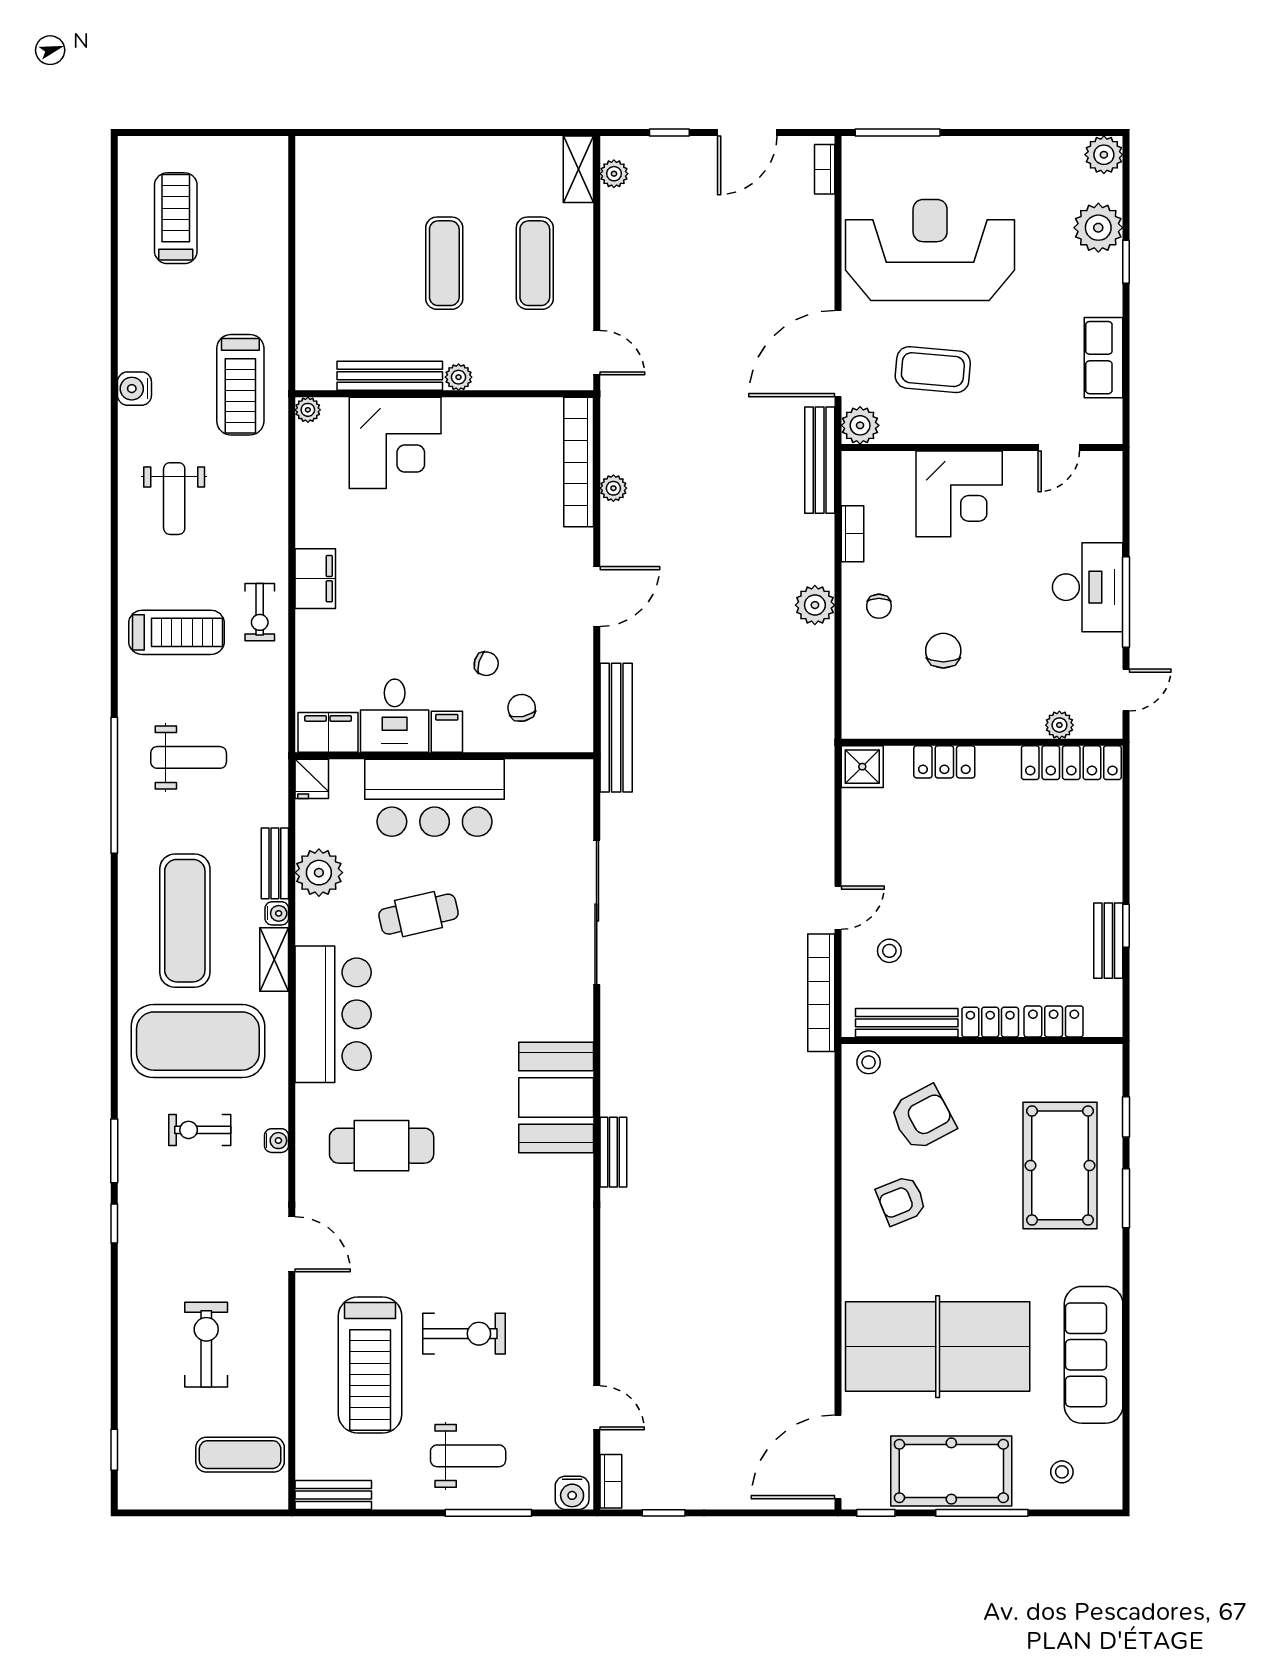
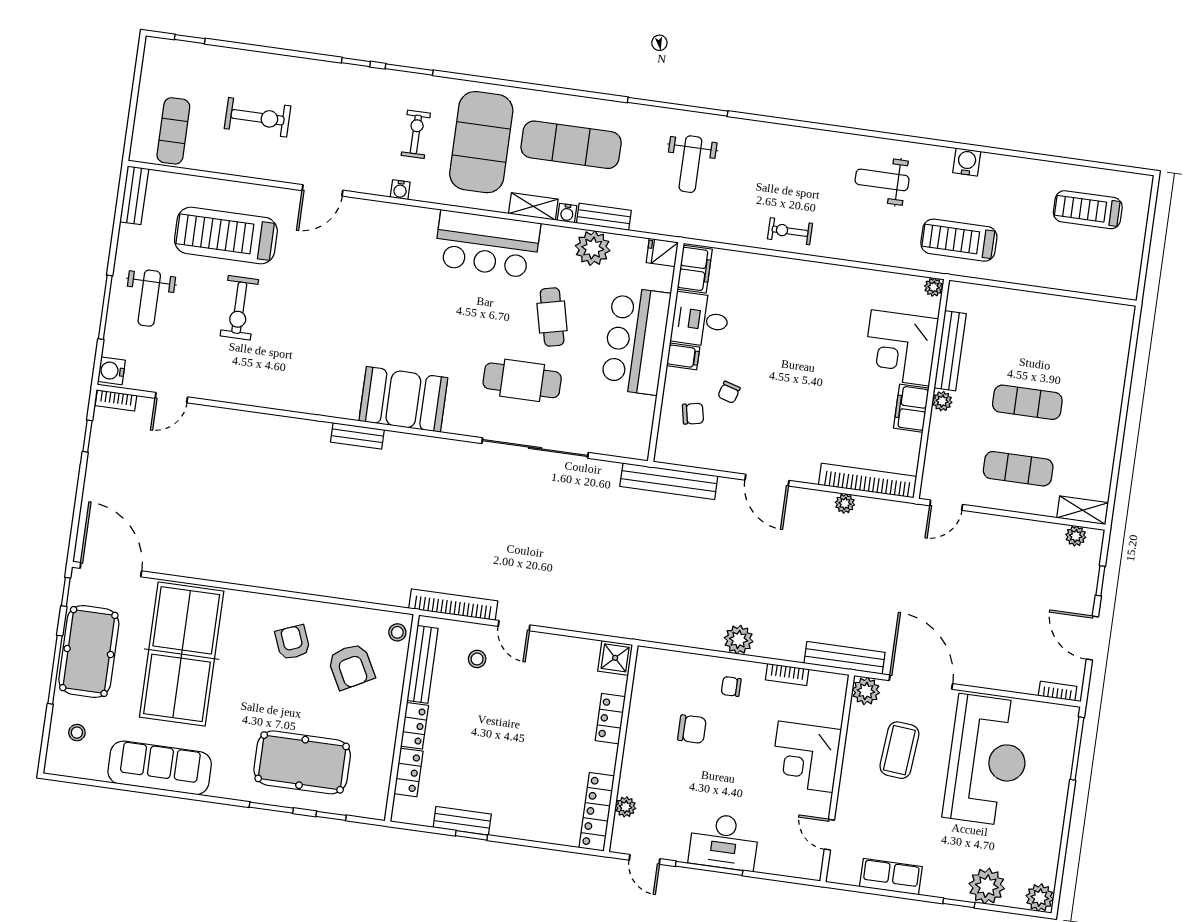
treadmill: (176, 218) -> (1088, 210), turned 180
filing cabinet: (315, 579) -> (911, 408), moved, turned 90
treadmill: (177, 632) -> (784, 168), removed
cafe table: (382, 1146) -> (522, 380), moved, turned 90

